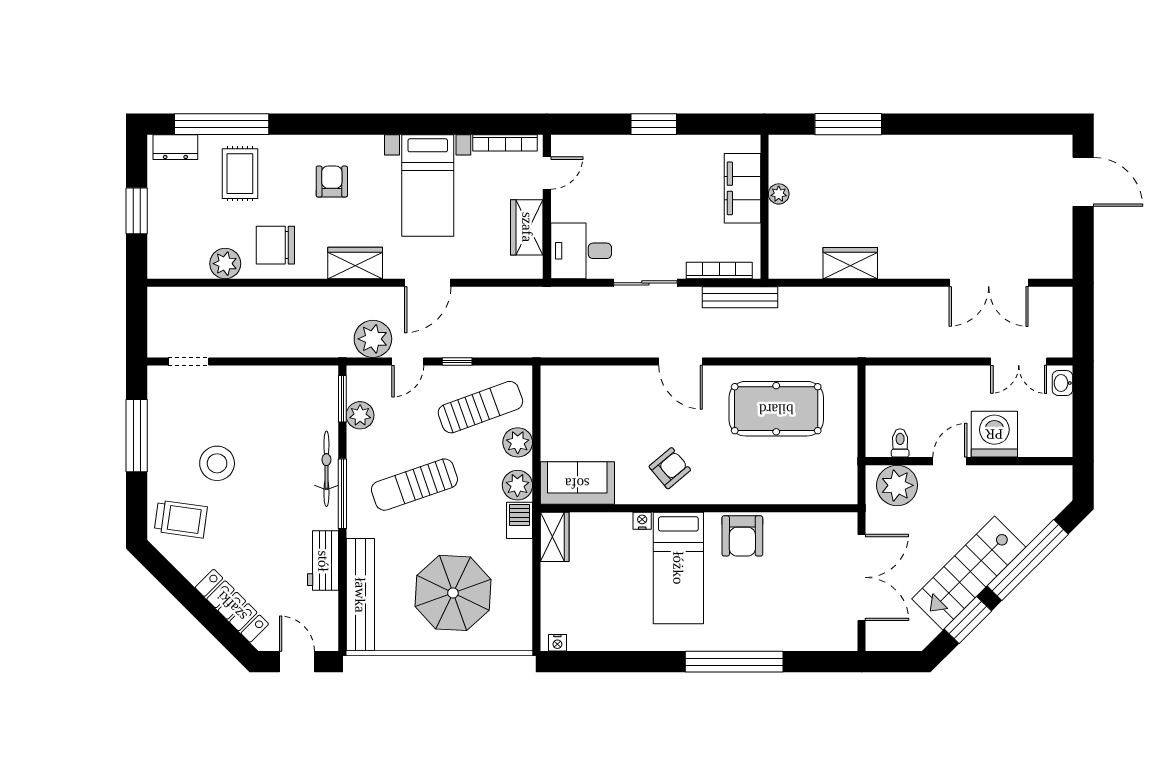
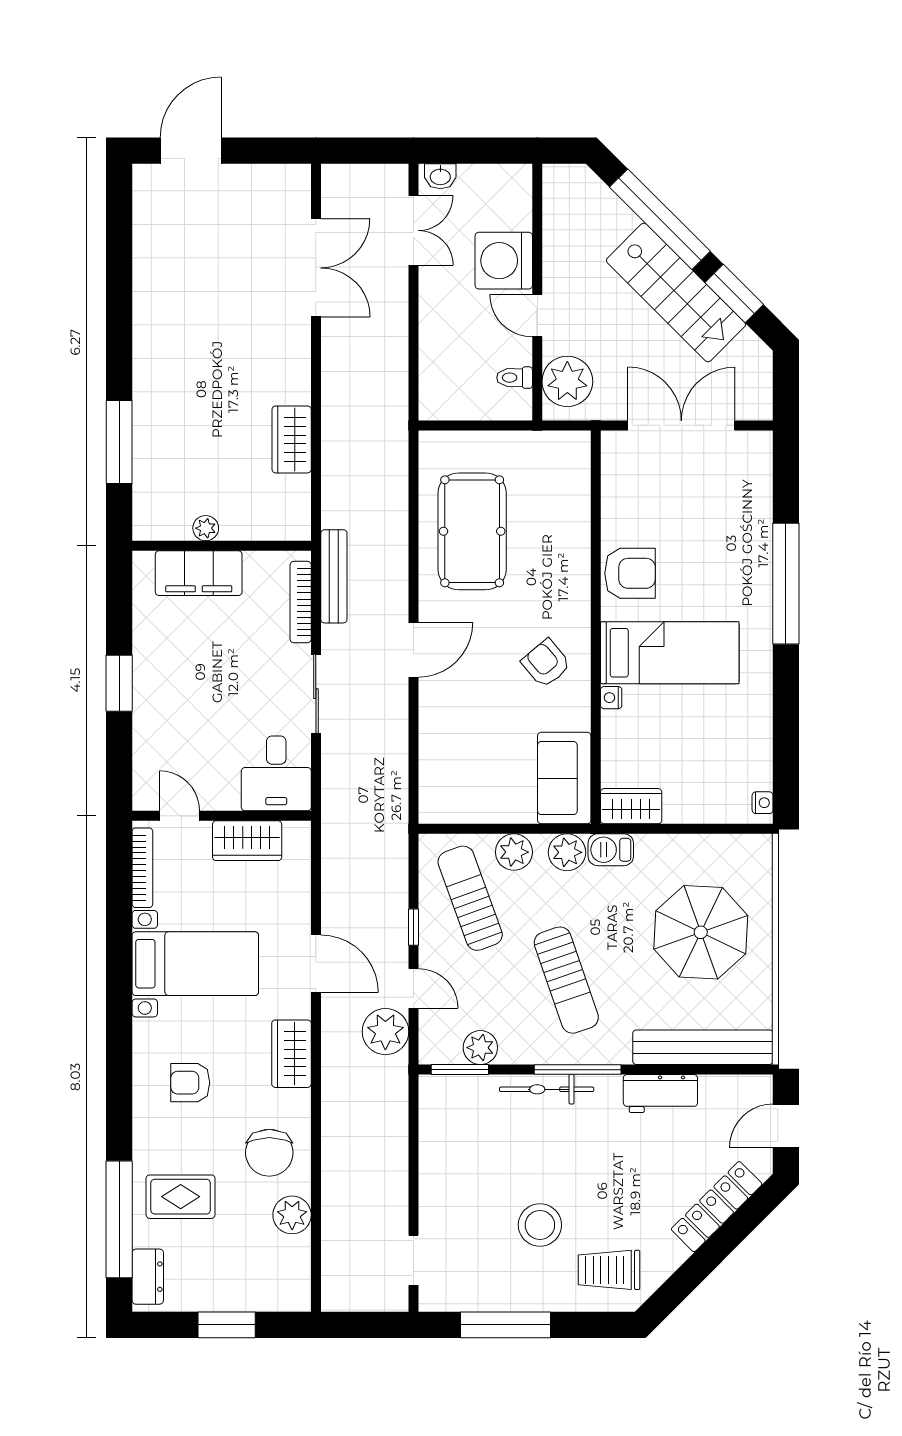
trolley: (181, 519) -> (609, 1270), turned -98

